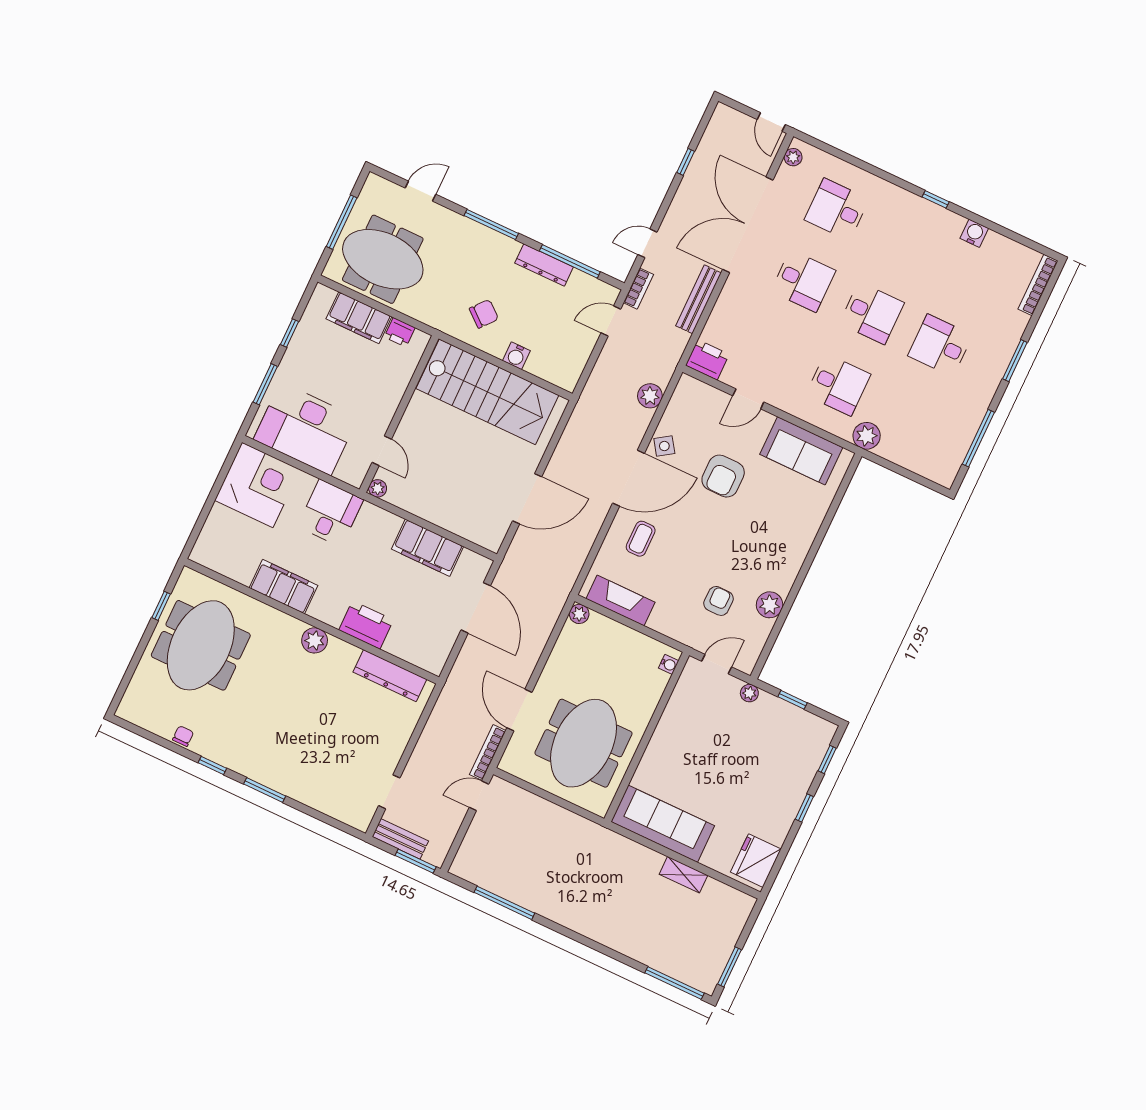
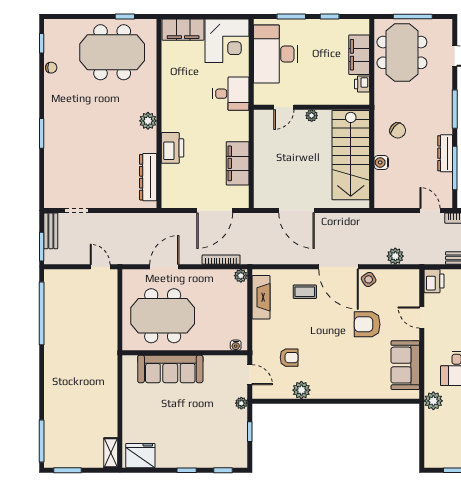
plant: (378, 488) -> (312, 116), moved
filing cabinet: (284, 587) -> (183, 30), moved, turned 90
bookcase: (488, 753) -> (221, 260), moved
window: (212, 765) -> (42, 43), moved
sofa: (663, 824) -> (170, 369), moved, turned 90
shelving: (684, 875) -> (111, 453), moved
window: (504, 903) -> (42, 313), width x1.46

